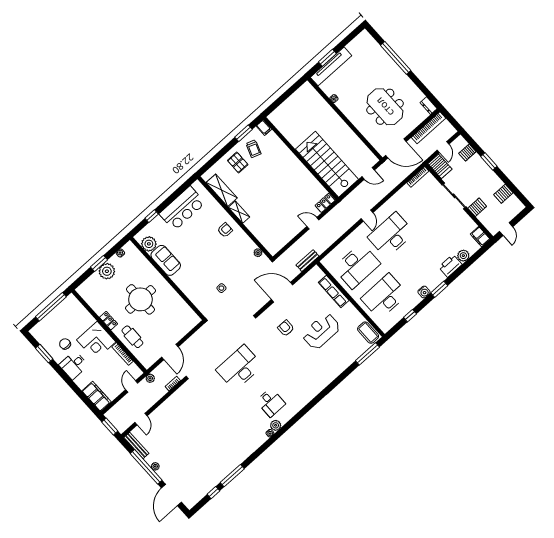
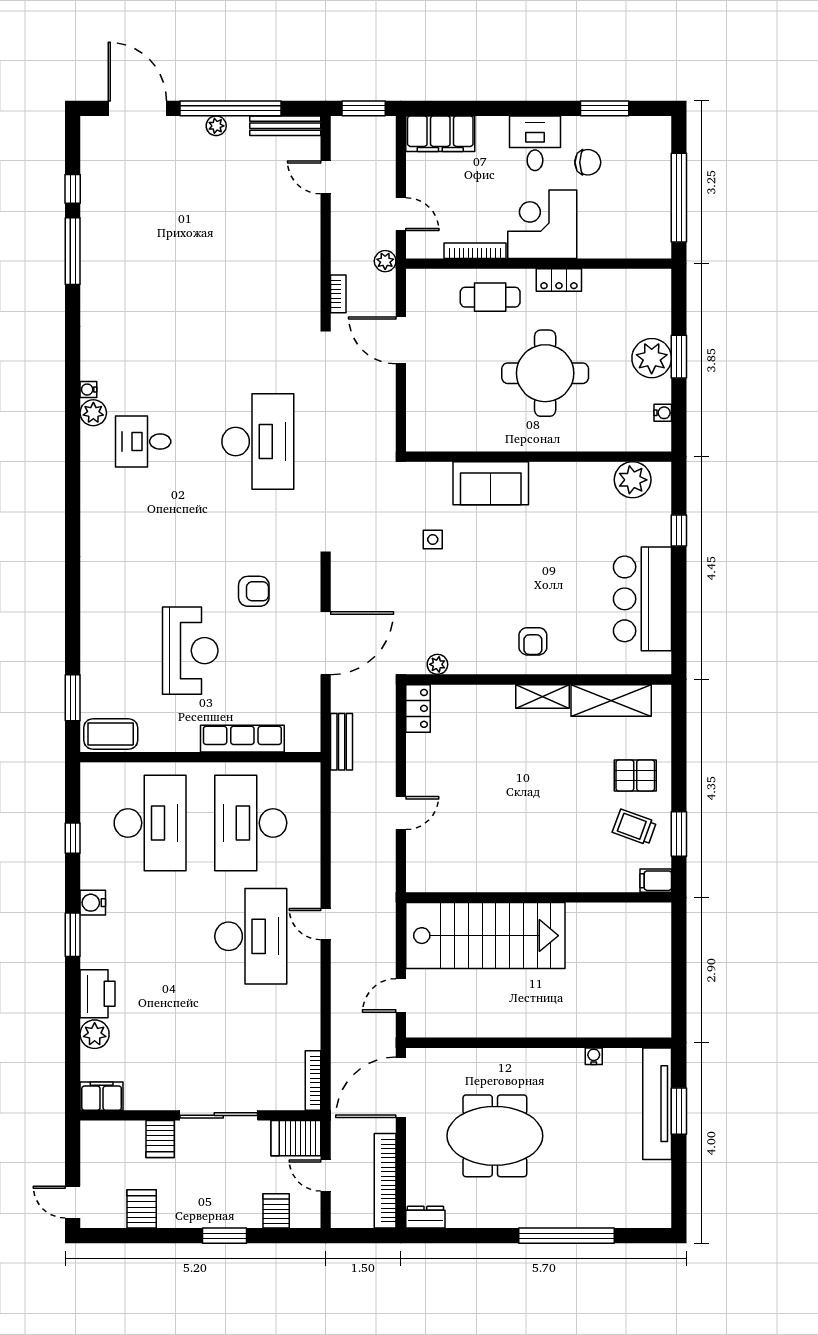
locker: (325, 203) -> (418, 708), moved
door: (506, 229) -> (73, 1202), moved
sofa: (166, 260) -> (491, 483), moved
window: (367, 354) -> (73, 698), width x0.69

